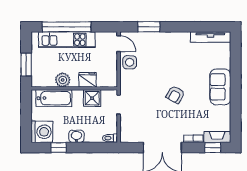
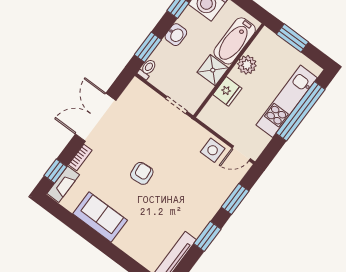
window: (184, 27) -> (207, 236), added
sofa: (220, 87) -> (100, 217), moved
armchair: (175, 95) -> (142, 173), turned 56
shower: (92, 98) -> (213, 70), moved
window: (97, 148) -> (148, 47), added

